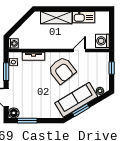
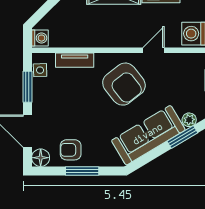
armchair: (31, 108) -> (71, 150), added
window: (81, 110) -> (182, 137), moved
window: (27, 121) -> (82, 171), moved

